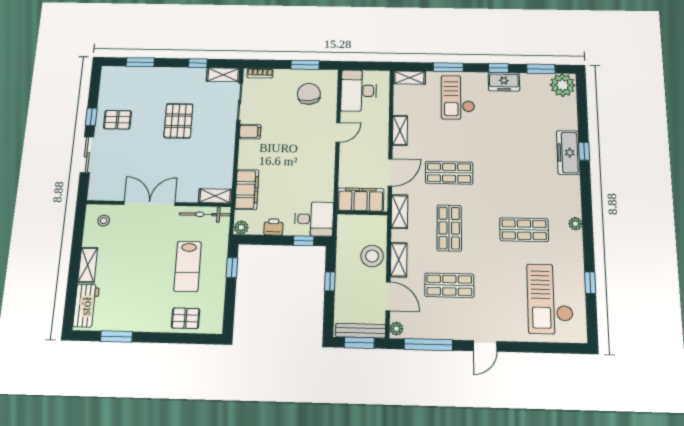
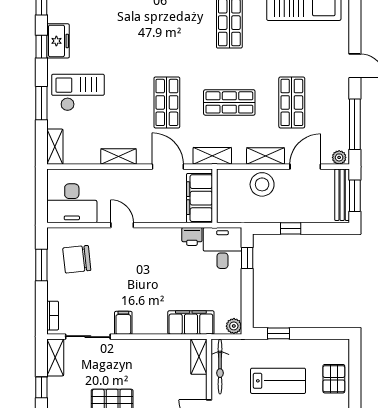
checkout: (458, 97) -> (78, 92), turned 180
printer: (273, 227) -> (192, 236), moved, turned -90

